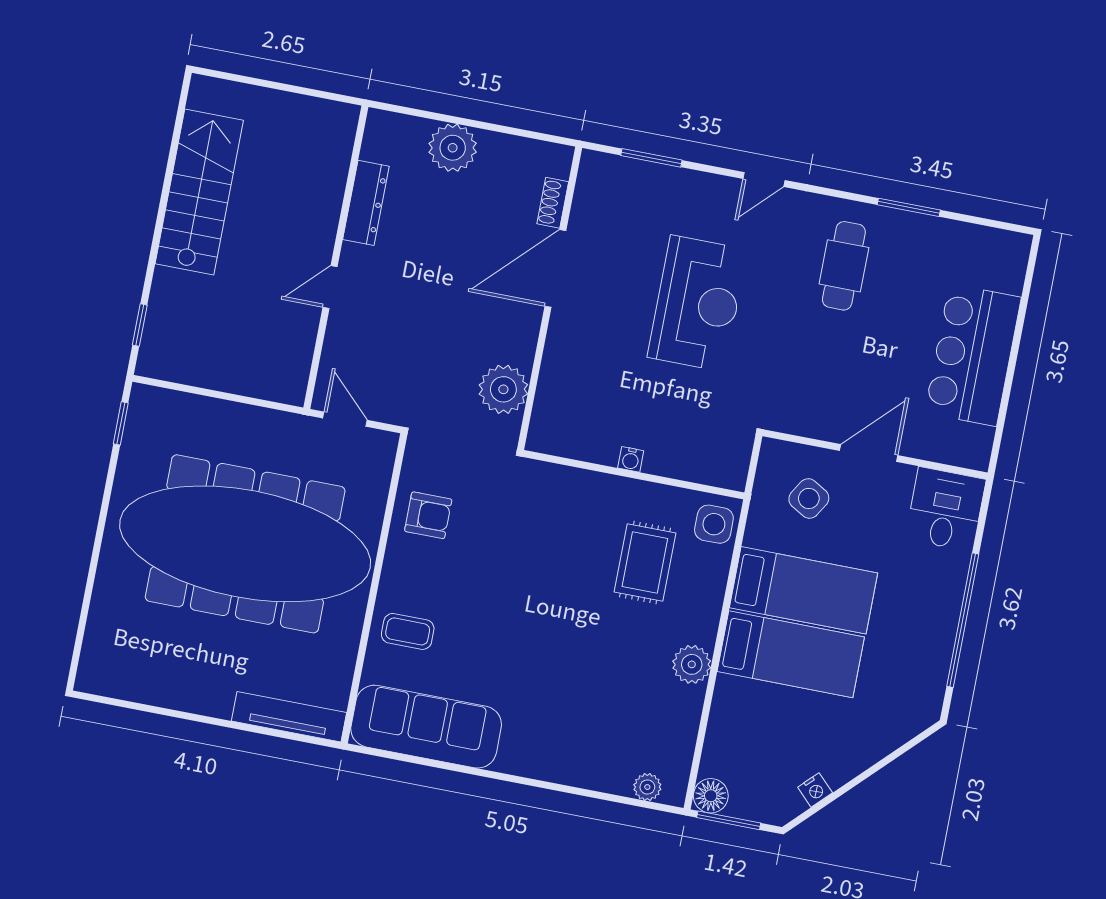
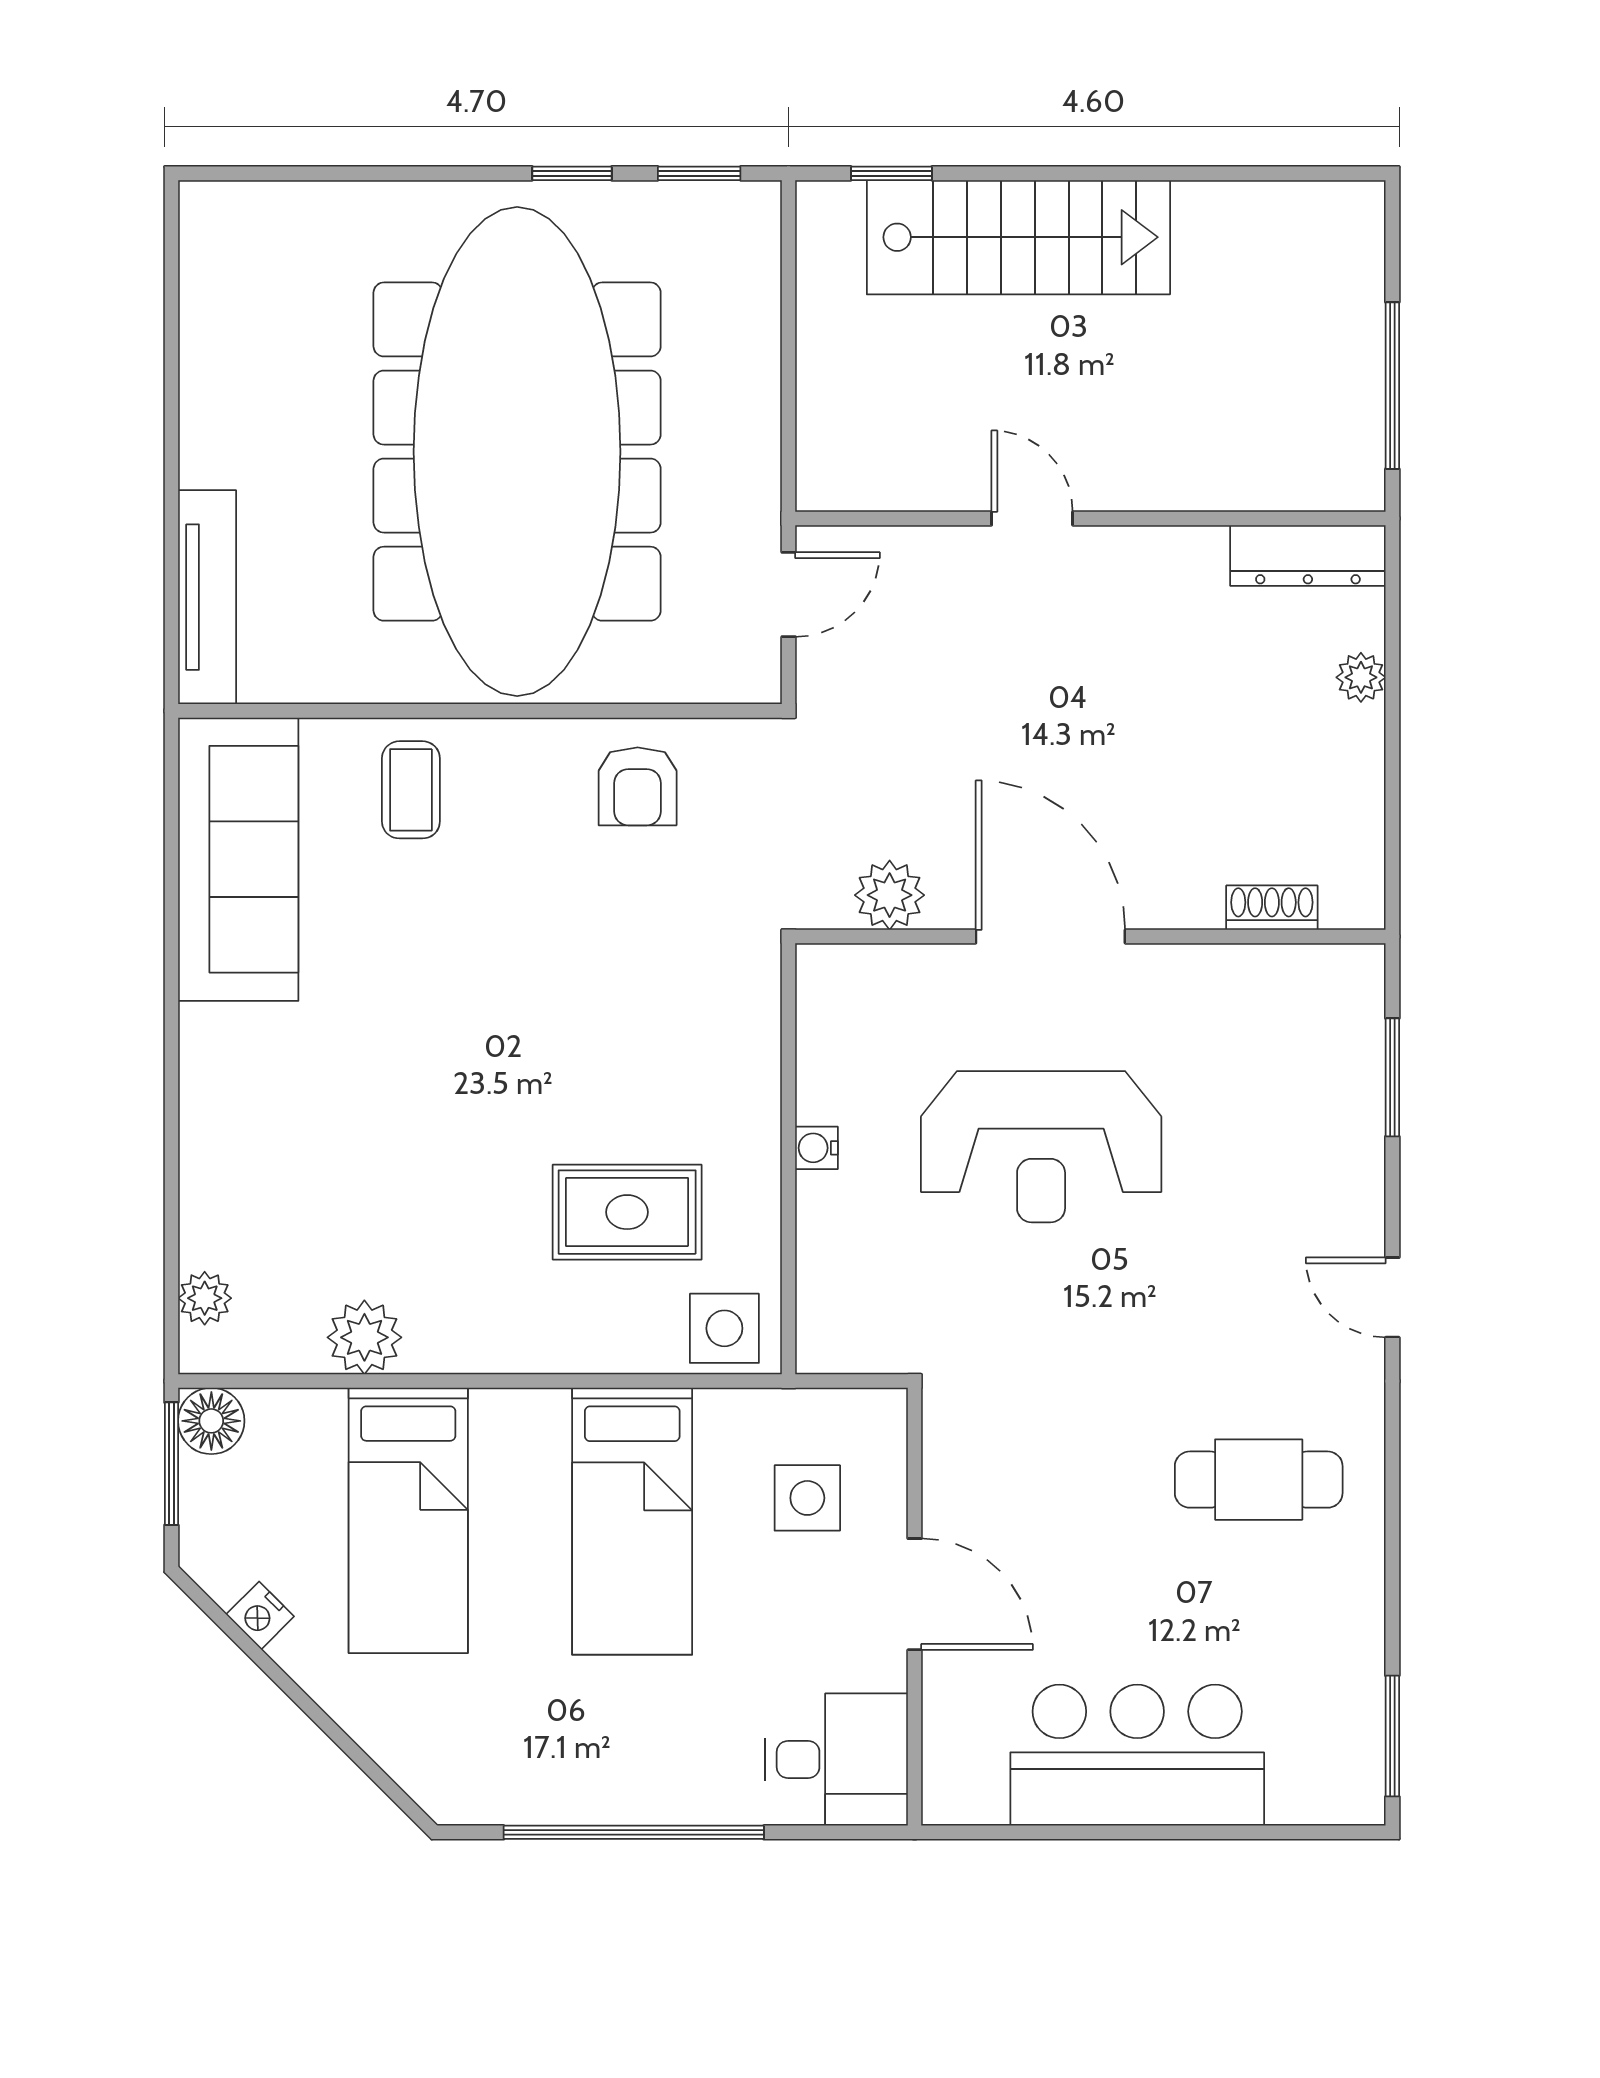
window: (298, 90) -> (1392, 386), added
plant: (453, 148) -> (1361, 677), width x0.53, depth x0.53
stairs: (199, 192) -> (1018, 237), moved
dresser: (366, 203) -> (1308, 556), moved
window: (909, 207) -> (1392, 1736), moved
door: (555, 269) -> (1050, 936), moved
reception desk: (697, 303) -> (1041, 1147), moved
plant: (503, 389) -> (890, 895), width x0.73, depth x0.73
window: (108, 488) -> (572, 173), added
side table: (809, 498) -> (807, 1498), turned -31
bed: (791, 654) -> (408, 1520), moved
plant: (692, 664) -> (364, 1337), moved

